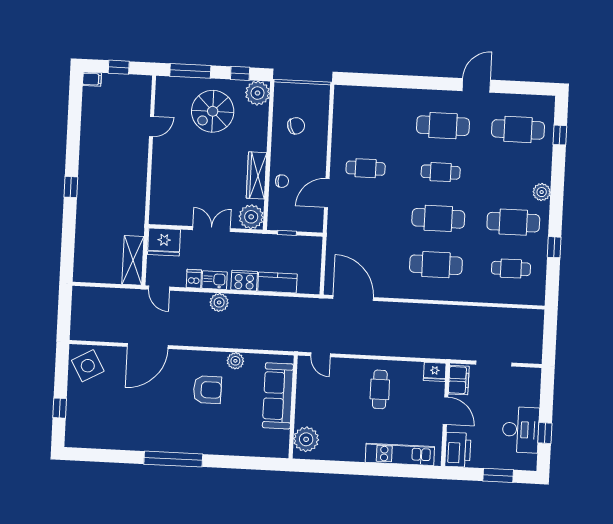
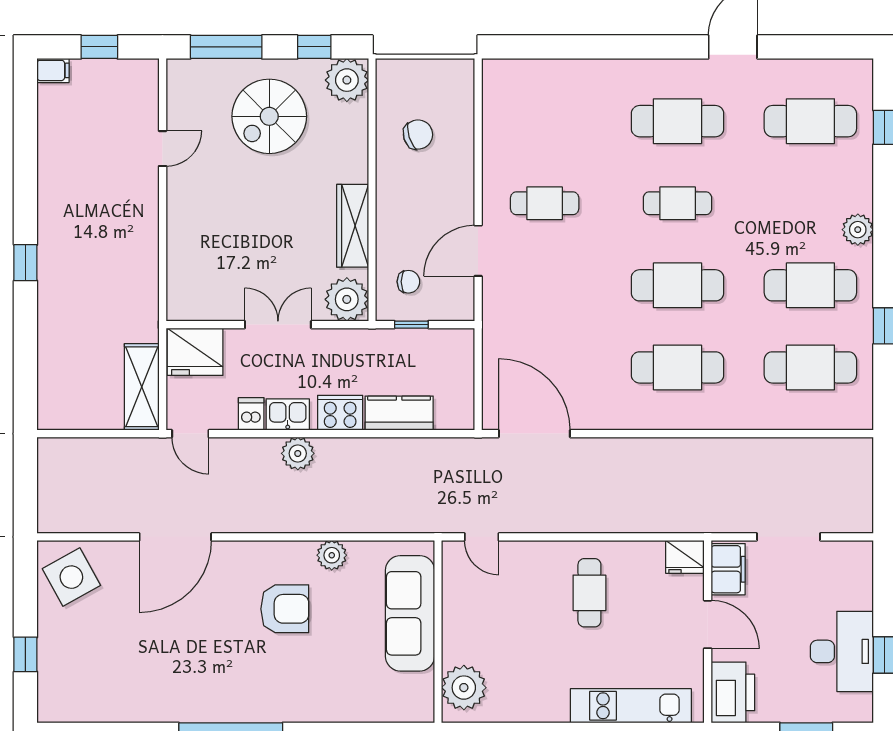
chair: (282, 181) -> (408, 282), moved
cafe table: (511, 268) -> (810, 367), width x1.37, depth x1.35

